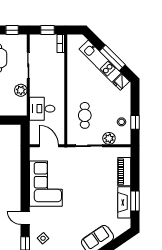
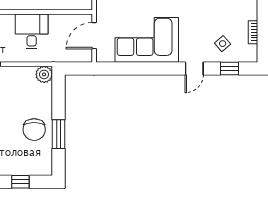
plant: (21, 90) -> (44, 74), moved
desk: (42, 109) -> (32, 31), moved, turned 180

